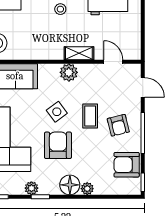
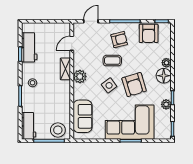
armchair: (58, 145) -> (134, 85), turned -107

